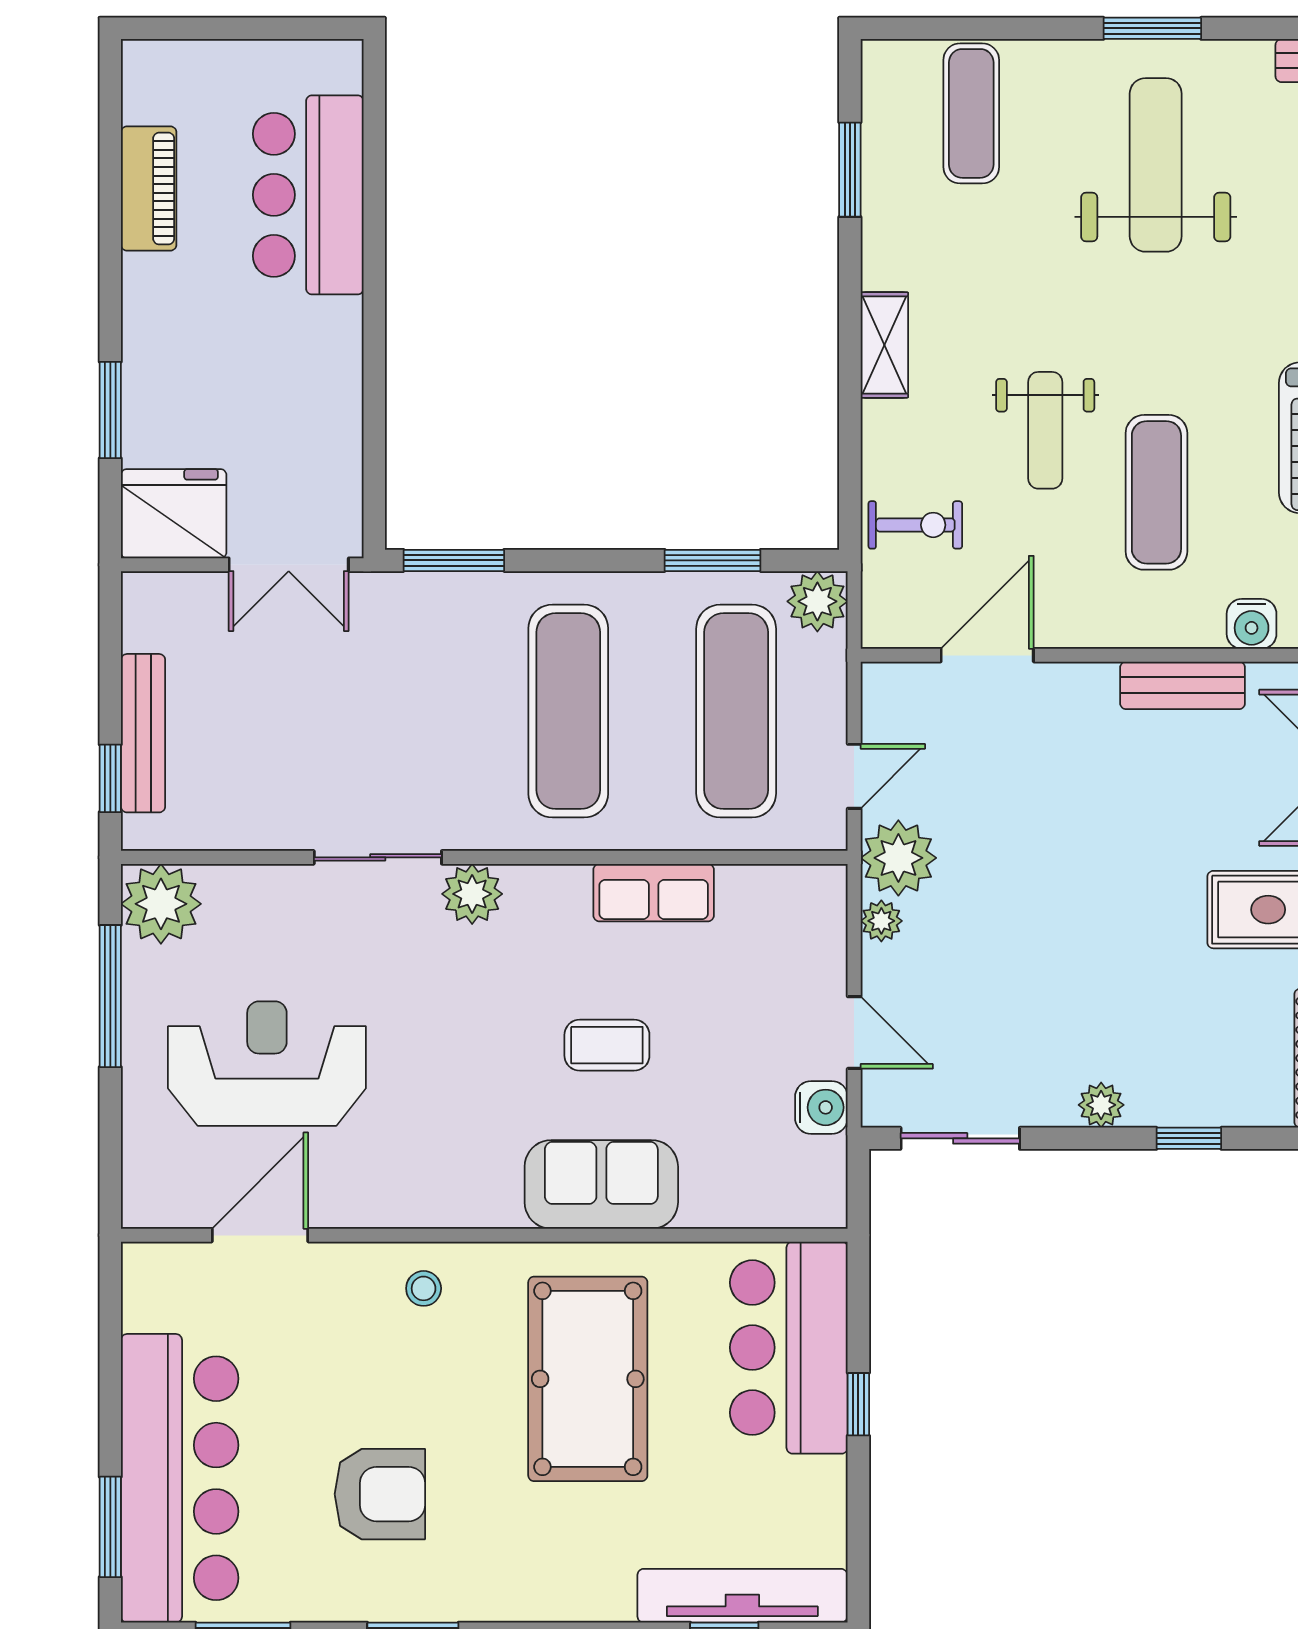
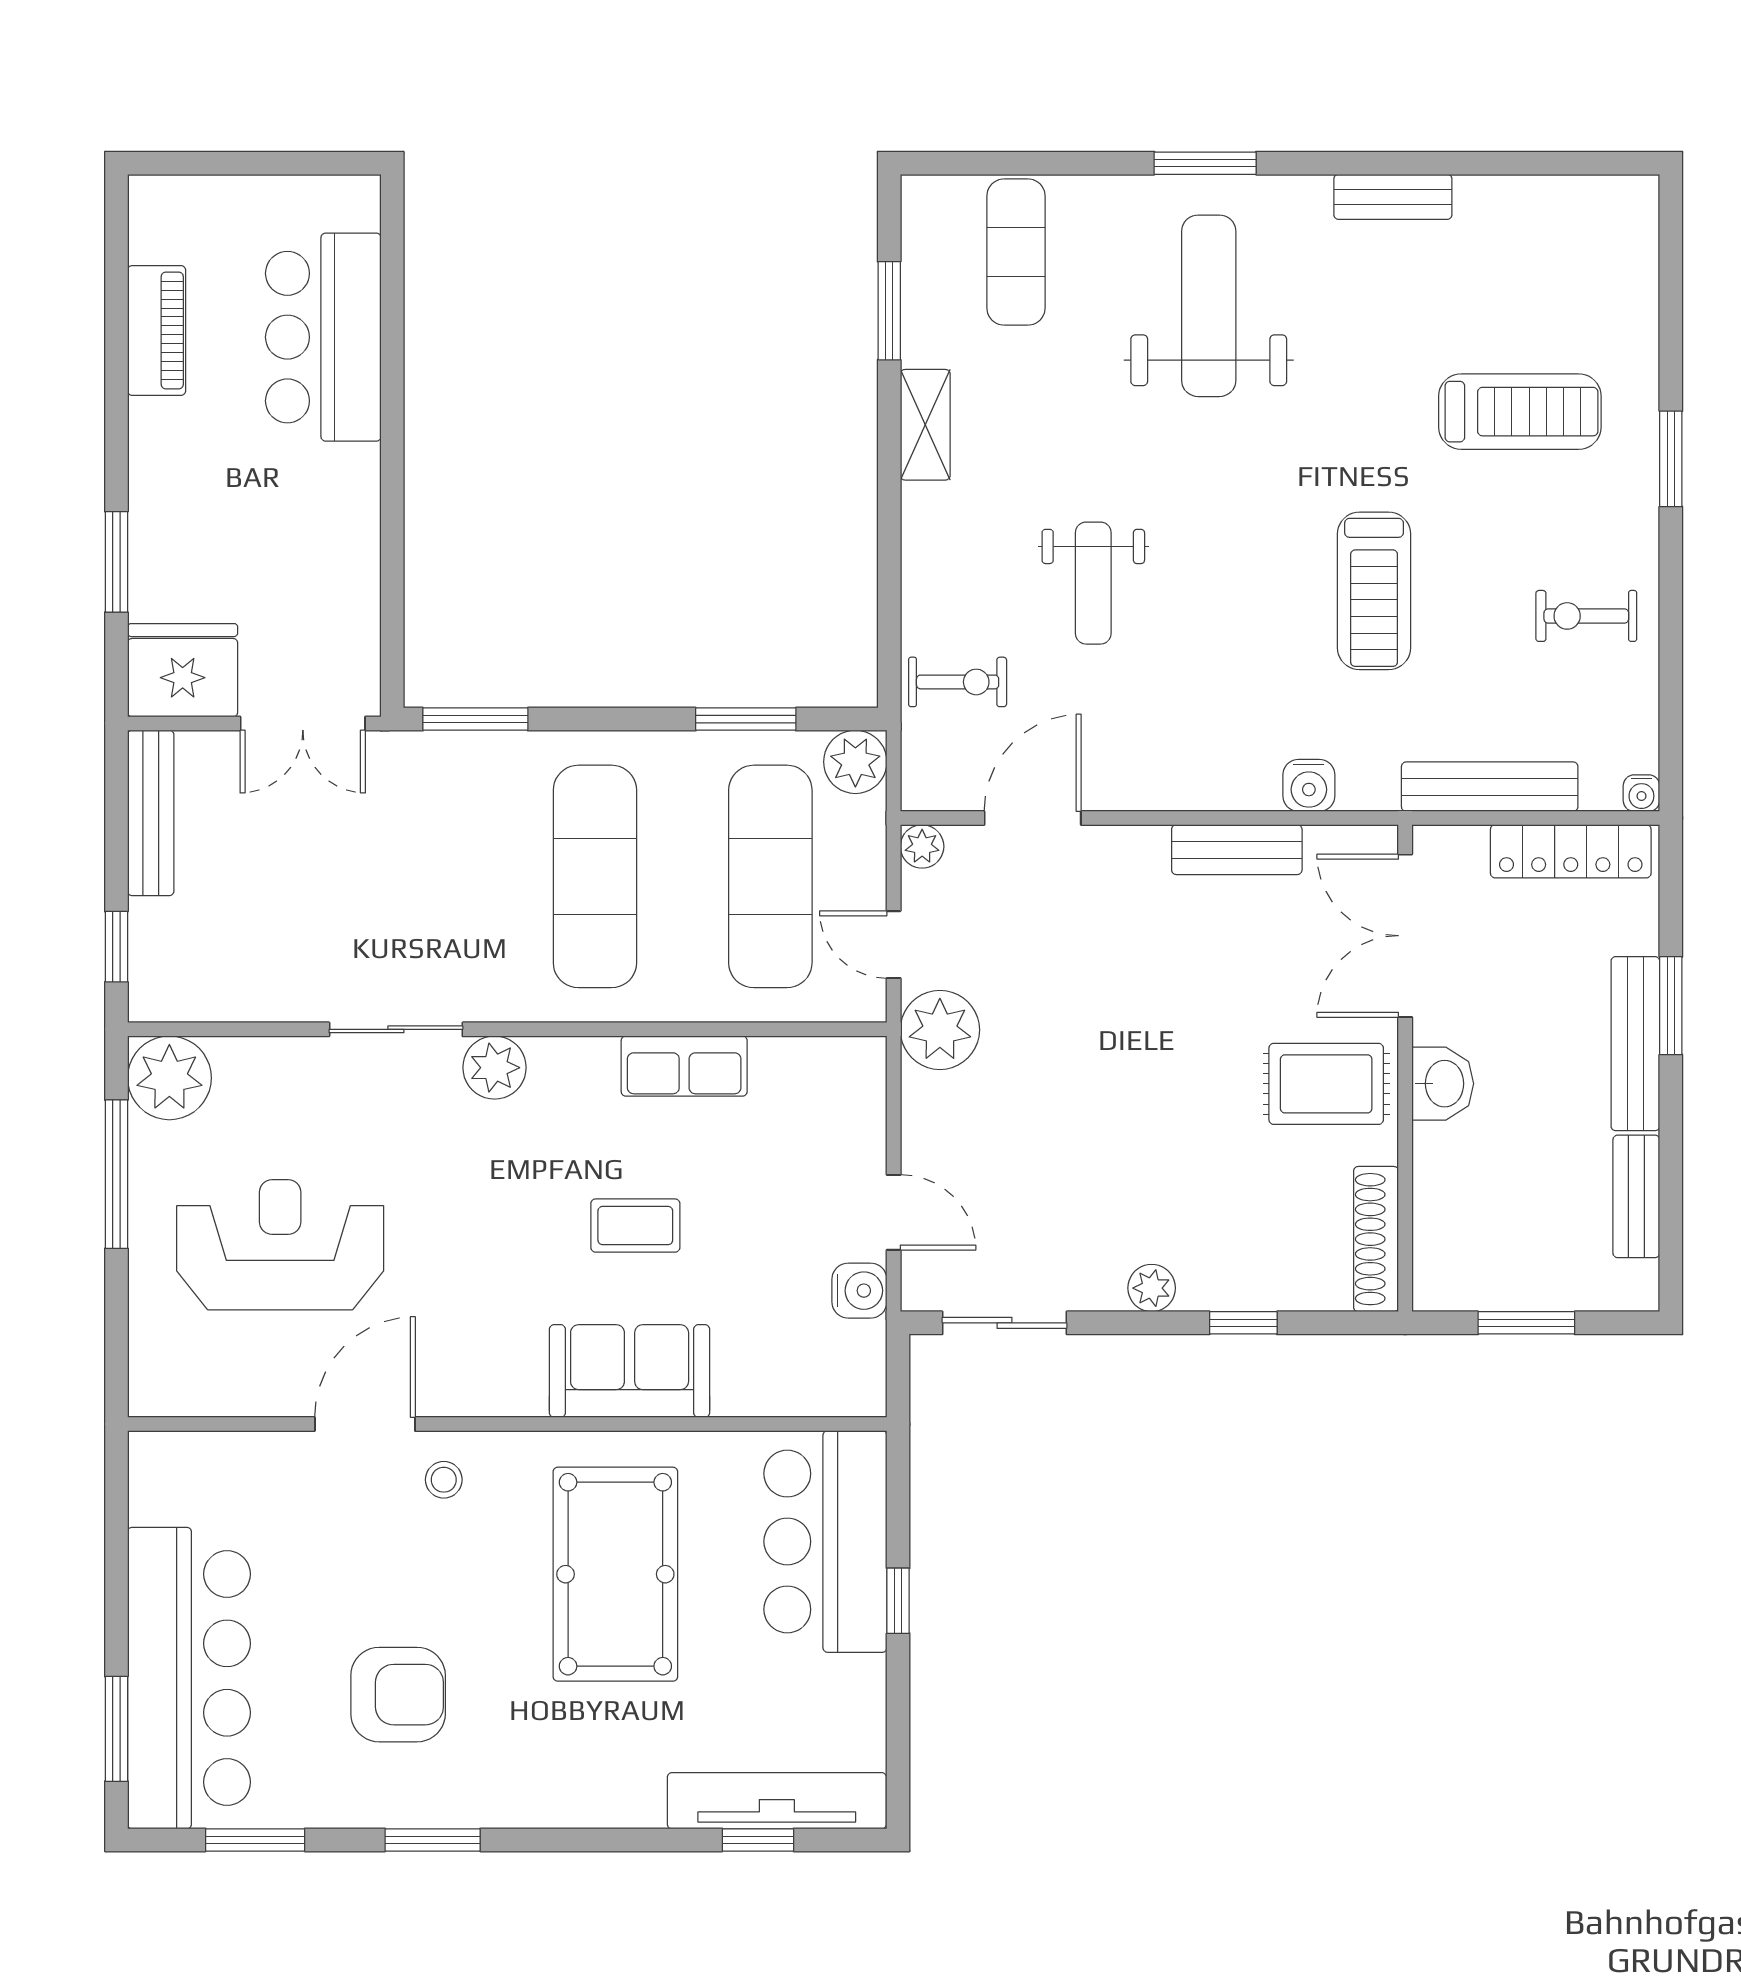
shelving: (884, 345) -> (925, 425), moved
exercise mat: (1156, 492) -> (1210, 648), removed
bench: (143, 733) -> (151, 813), moved
door: (854, 776) -> (894, 945), swing flipped
plant: (881, 921) -> (922, 846), moved
door: (260, 1235) -> (365, 1424), moved

